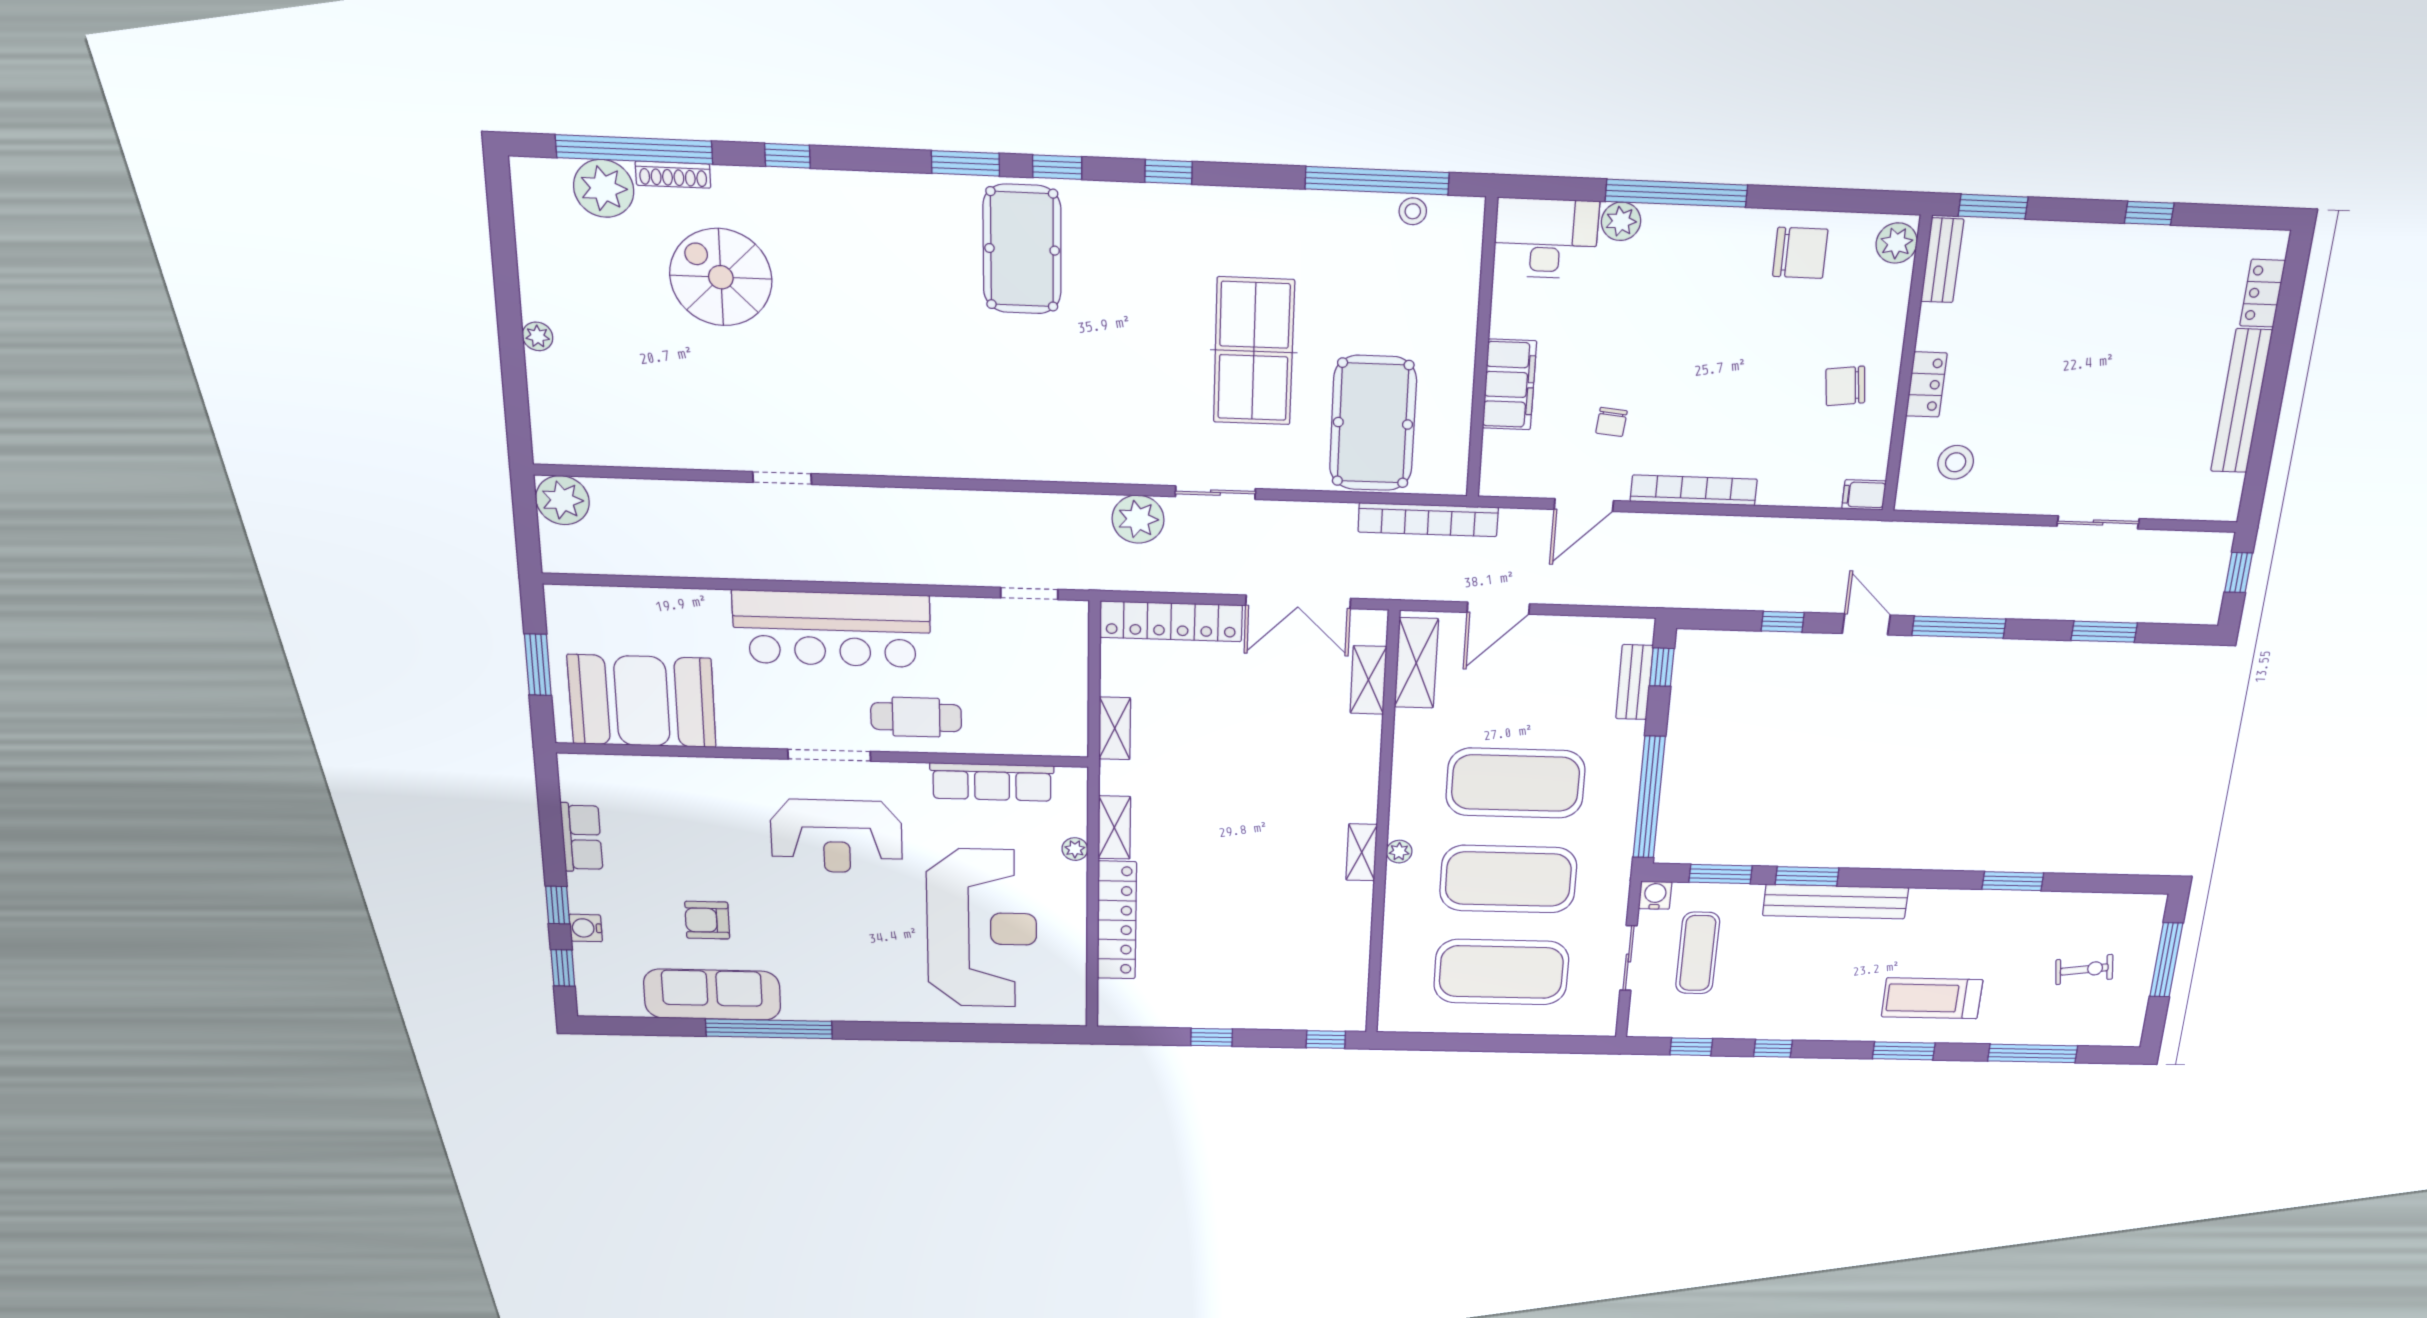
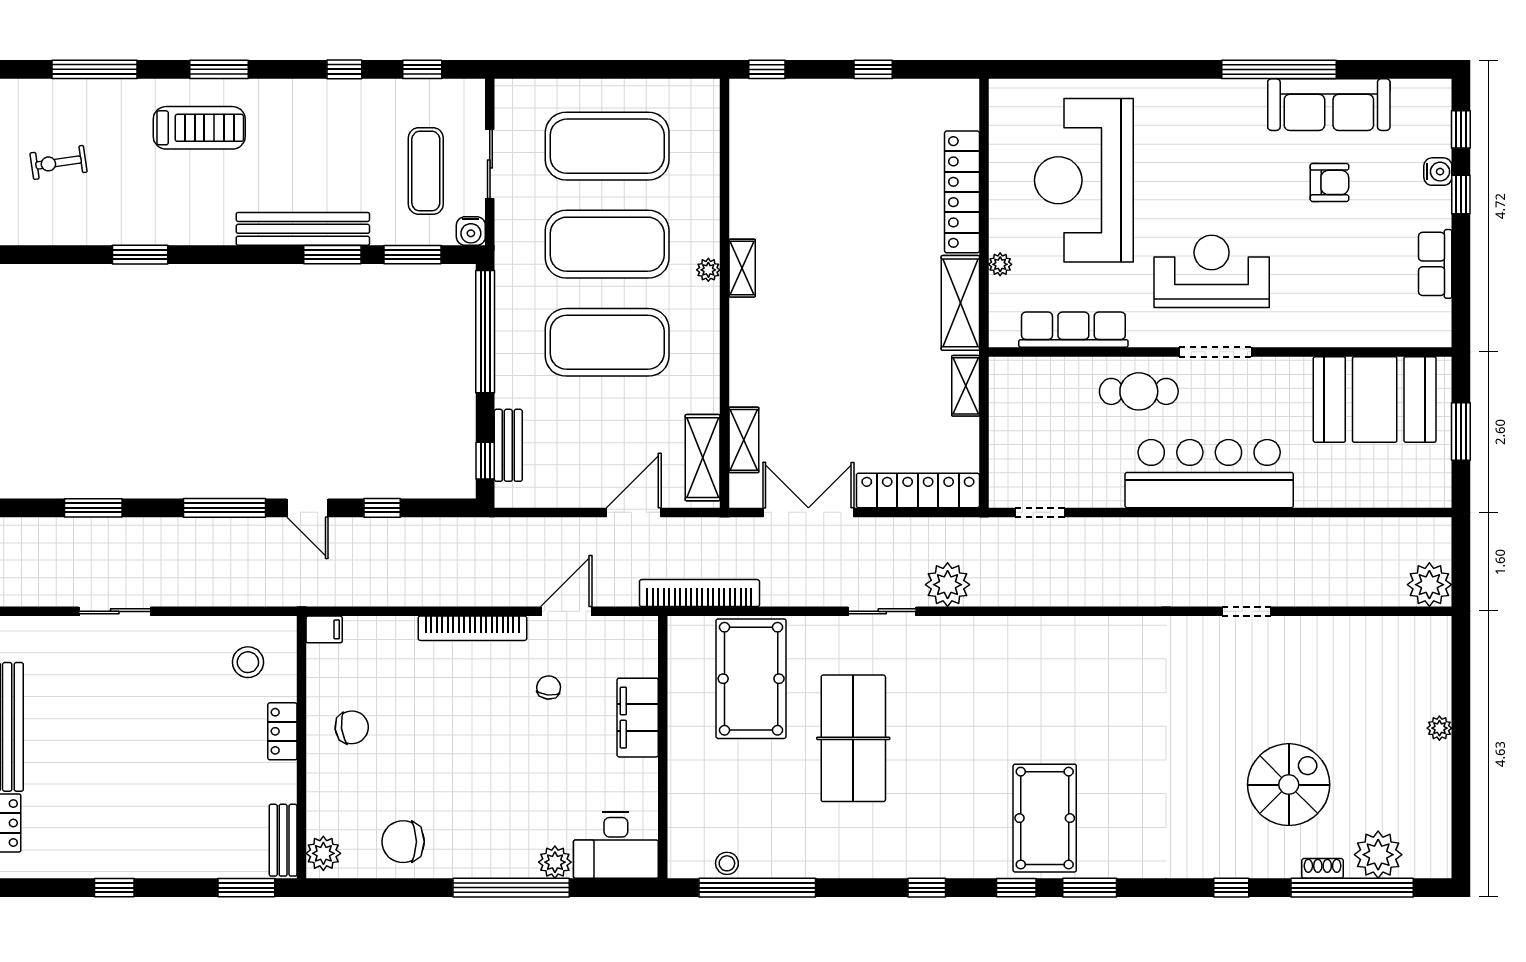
shoe rack: (673, 175) -> (1323, 868), width x0.70
spiral stairs: (721, 277) -> (1289, 785), turned -90
shelving: (1114, 828) -> (960, 303), width x1.50, depth x1.33

